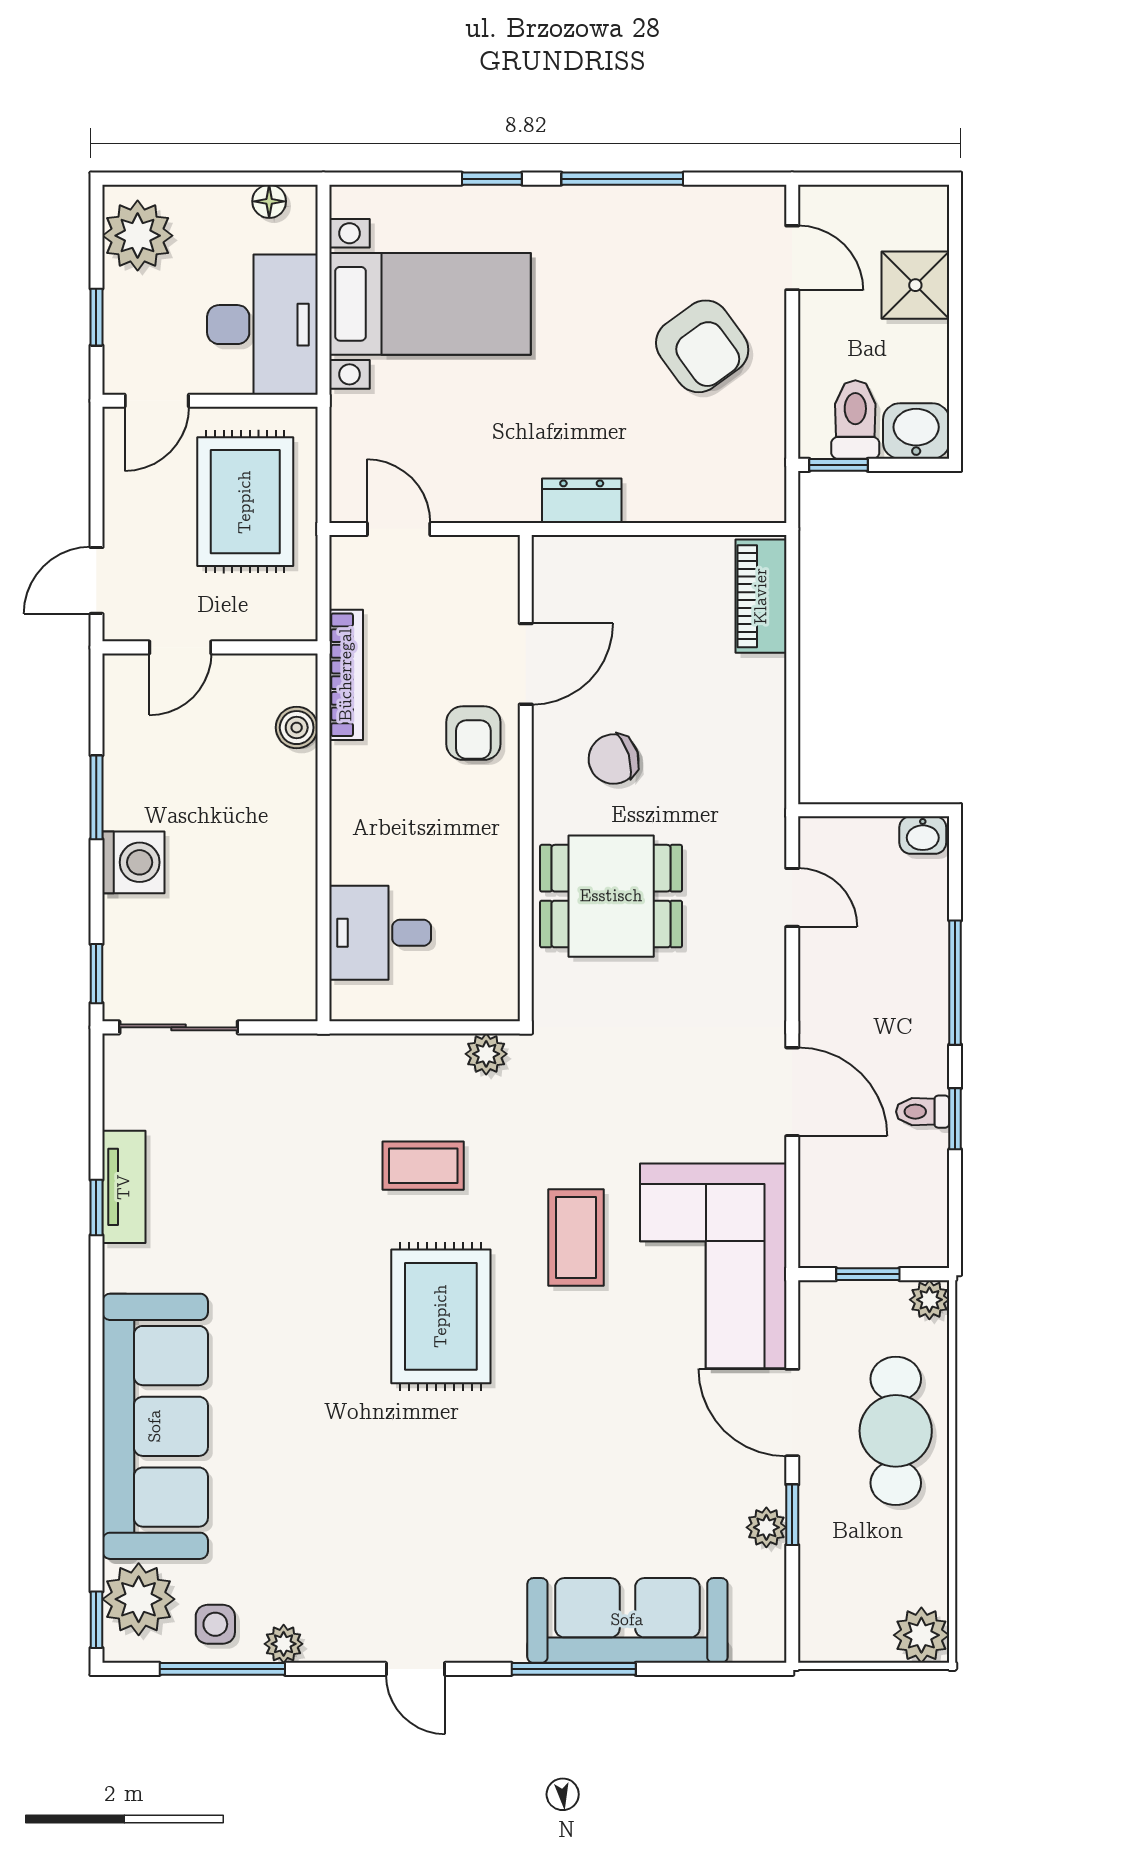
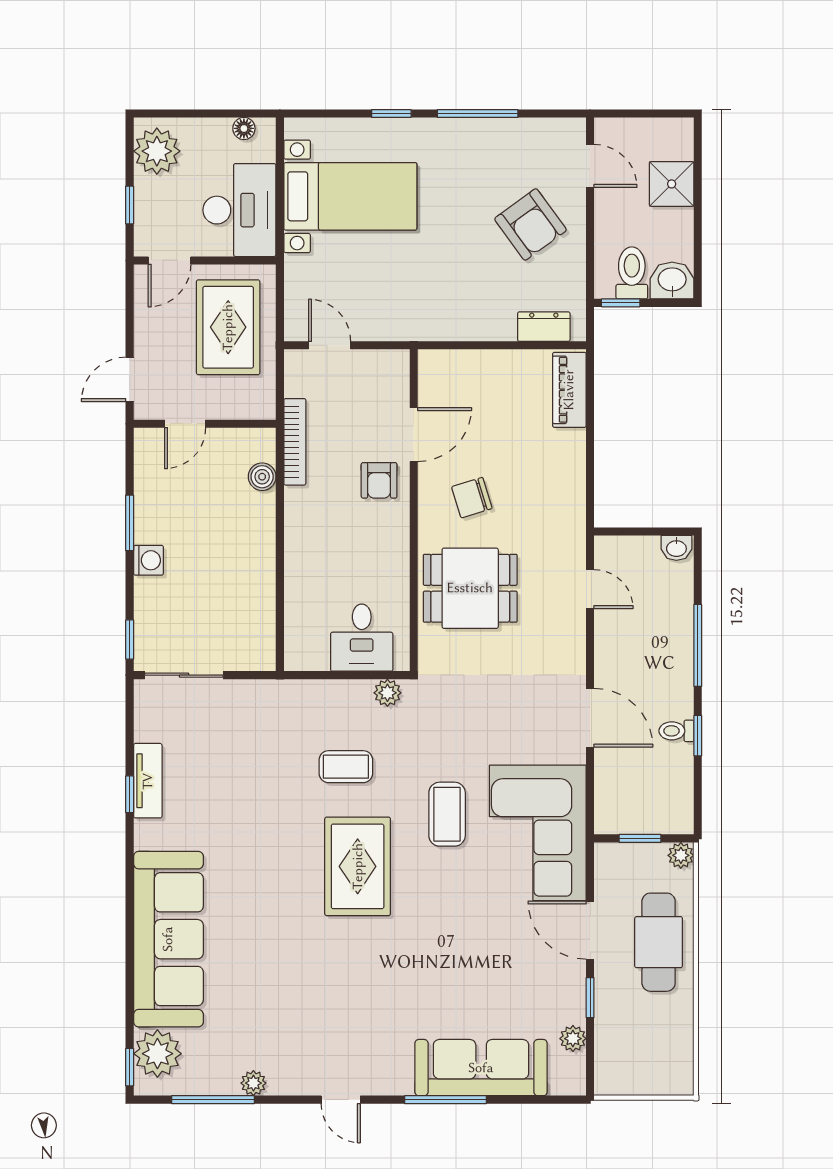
dresser: (582, 501) -> (544, 327), moved
washing machine: (133, 862) -> (148, 560), width x0.73, depth x0.73
desk: (380, 933) -> (362, 638), moved, turned -90
plant: (766, 1527) -> (573, 1039), moved
side table: (215, 1624) -> (208, 1070), removed
plant: (921, 1635) -> (676, 1077), removed

